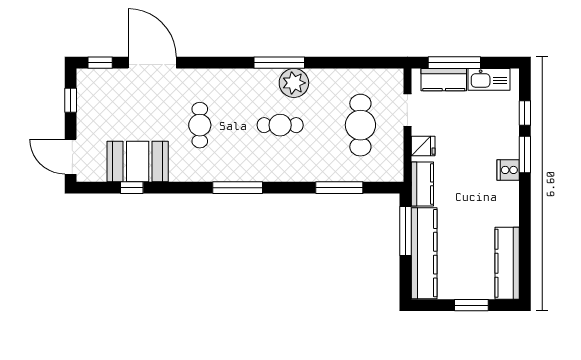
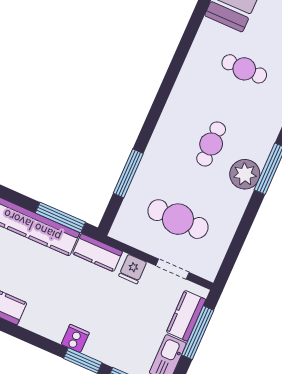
window: (238, 188) -> (170, 79), removed

